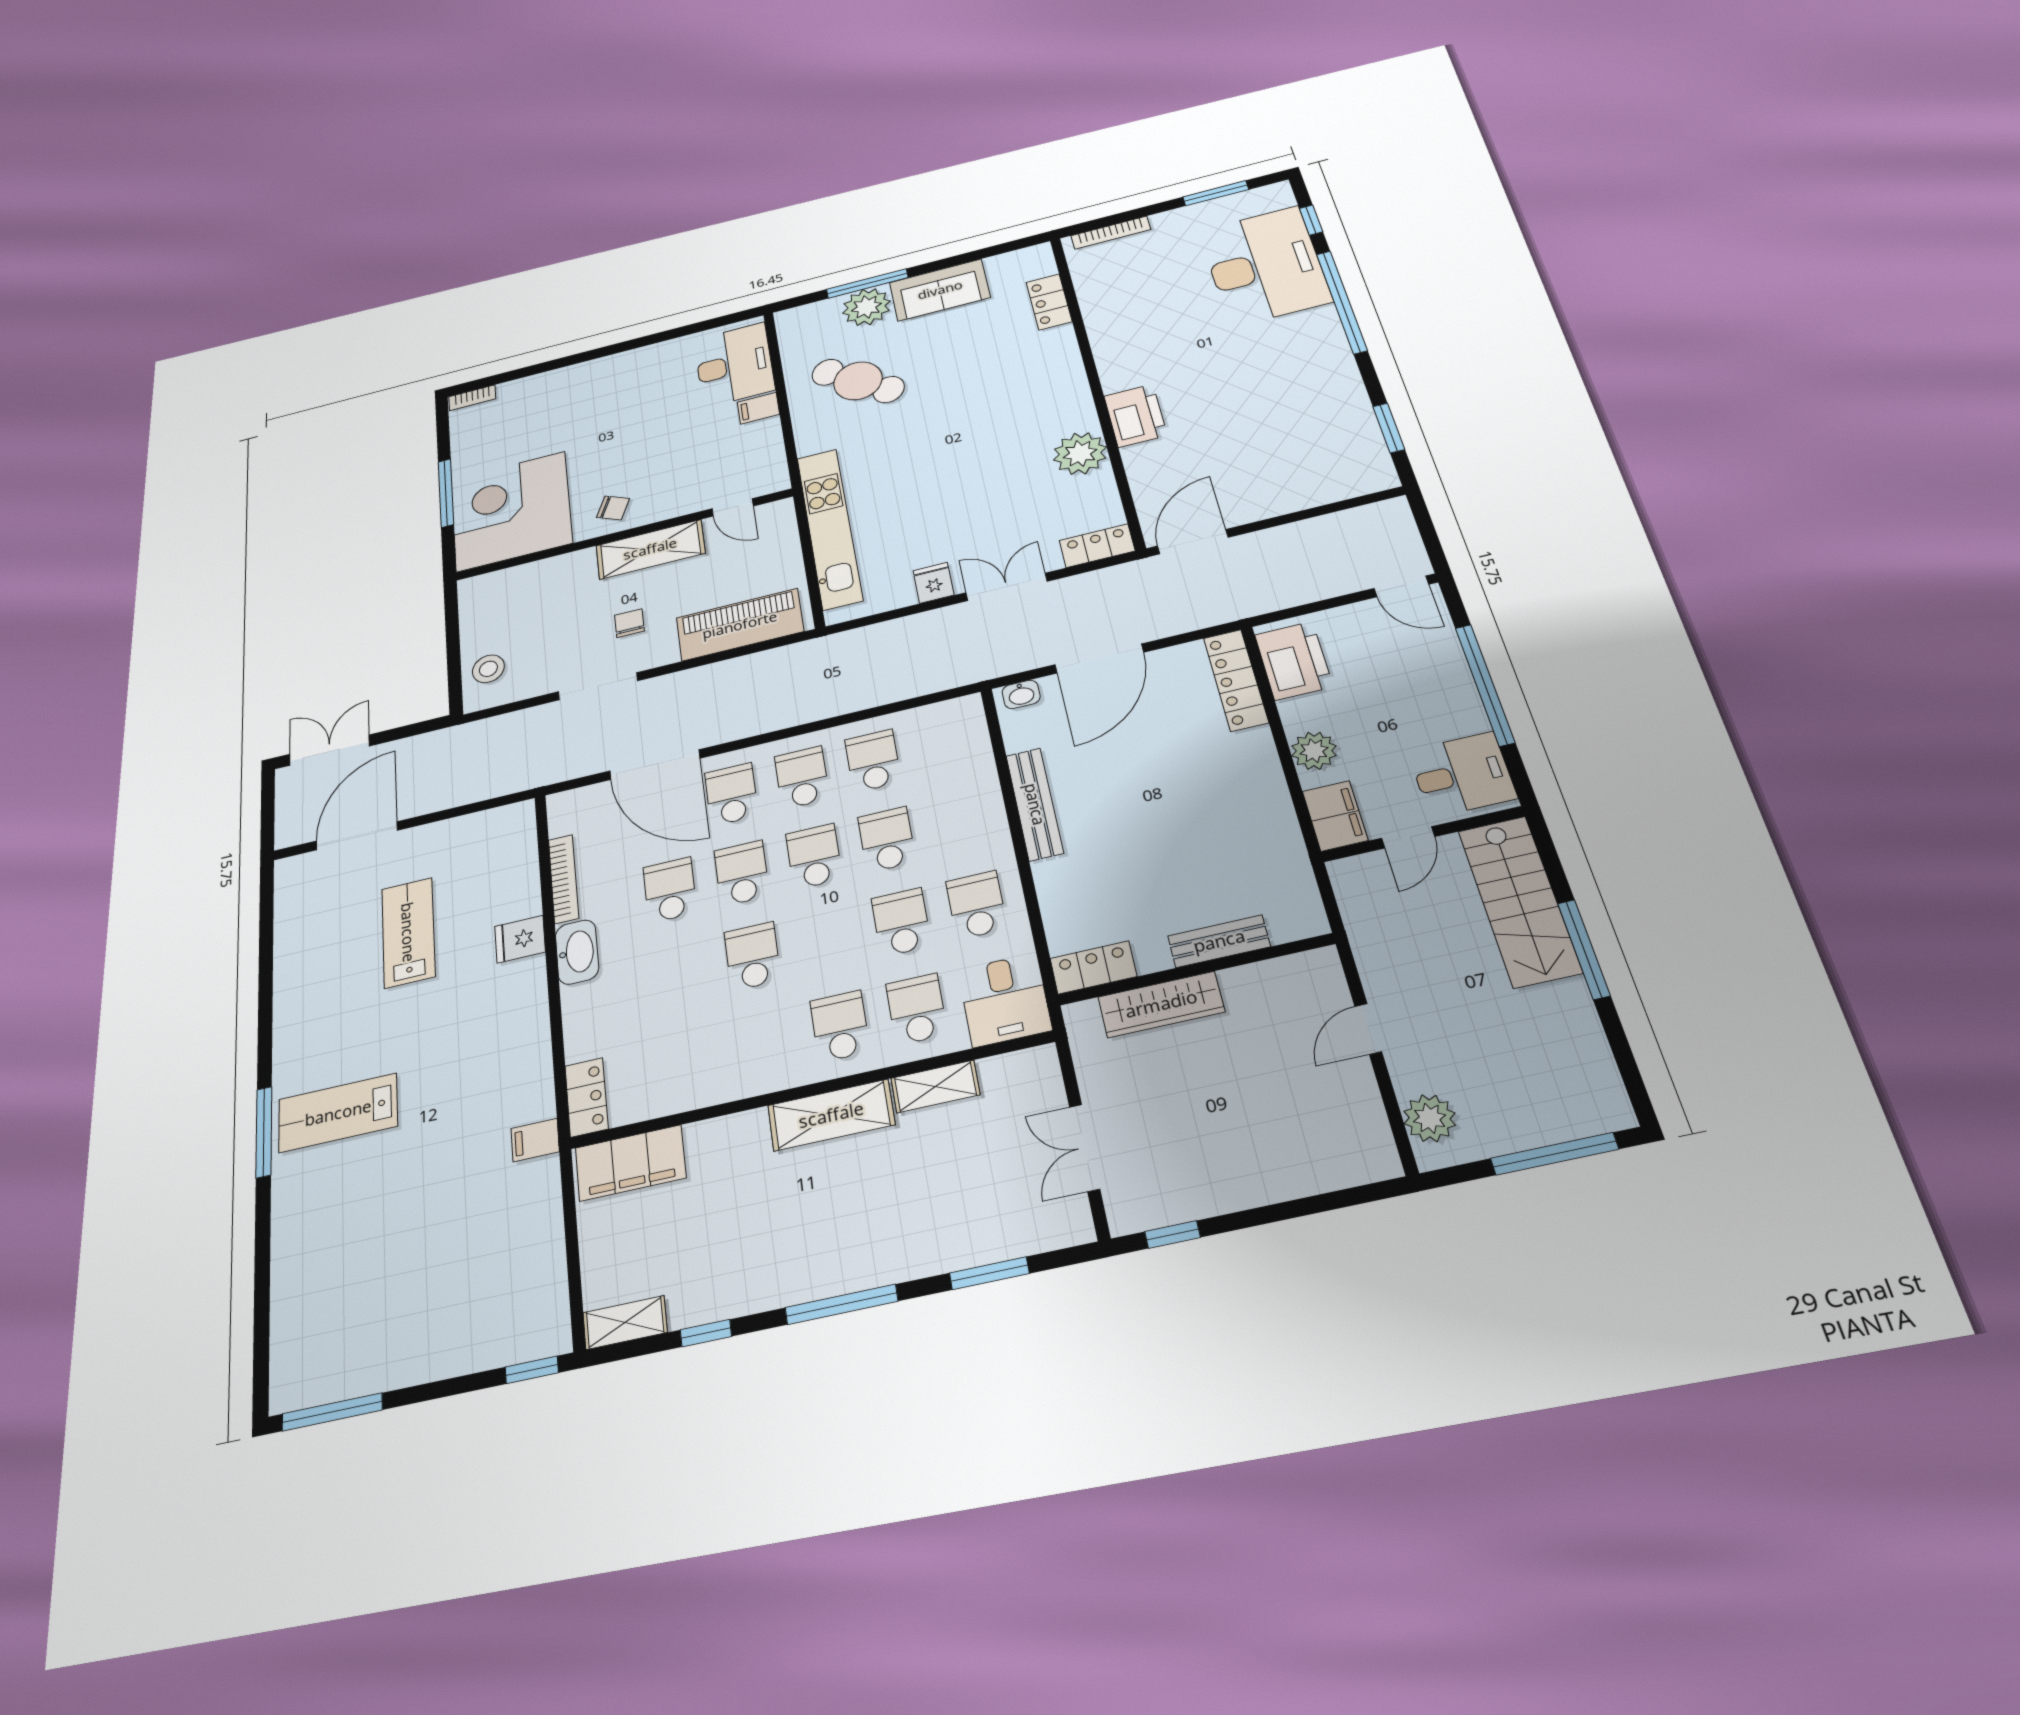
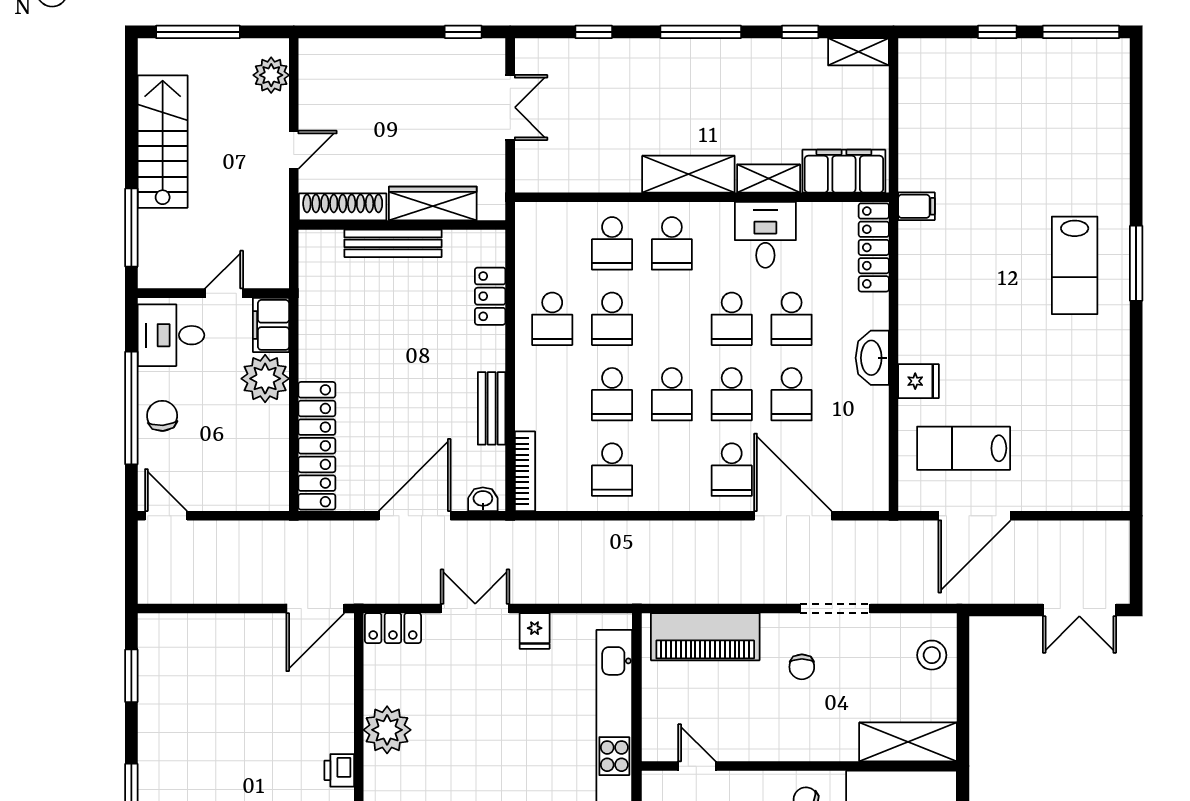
printer: (1135, 416) -> (339, 770), width x0.53, depth x0.68
shelving: (650, 549) -> (908, 742), moved
double door: (1006, 587) -> (475, 608), swing flipped
printer: (1294, 661) -> (266, 470), removed
locker: (1236, 680) -> (317, 446), width x1.41, depth x1.21
chair: (1443, 686) -> (162, 416), added
plant: (1314, 751) -> (265, 379), width x1.36, depth x1.36
school desk: (802, 778) -> (792, 319), moved
bench: (1035, 804) -> (492, 408), width x0.73
door: (357, 836) -> (975, 516), moved
bookcase: (564, 879) -> (525, 471), moved, turned 180
stairs: (1519, 901) -> (163, 142), moved
lab bench: (408, 932) -> (964, 448), moved, turned 90
bench: (1219, 941) -> (393, 243), width x1.36
window: (1584, 949) -> (131, 228), moved
locker: (1093, 967) -> (490, 296), moved, turned 90
shoe rack: (1281, 973) -> (343, 207), added
desk: (1005, 1000) -> (765, 235), moved
shelving: (935, 1086) -> (769, 178), moved
locker: (586, 1097) -> (874, 247), width x1.53
lab bench: (338, 1113) -> (1075, 265), turned 90
window: (989, 1273) -> (594, 32), width x0.67
window: (532, 1370) -> (997, 32), moved

